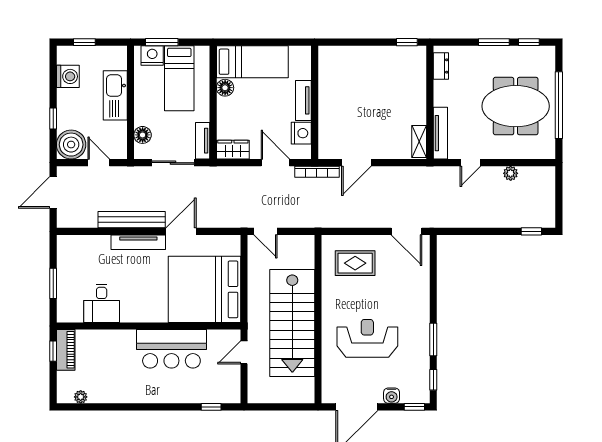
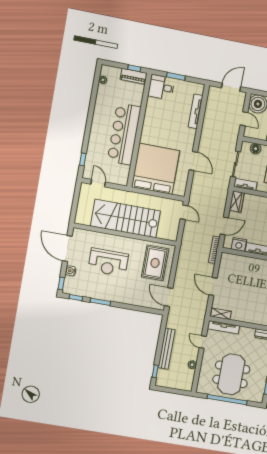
door: (99, 163) -> (244, 119), hinge flipped
door: (356, 163) -> (213, 286), moved
door: (53, 192) -> (231, 87), hinge flipped
bench: (132, 220) -> (167, 349), moved
door: (265, 231) -> (184, 212), swing flipped
door: (406, 231) -> (169, 297), hinge flipped
tv unit: (138, 242) -> (196, 111), moved
rug: (355, 263) -> (155, 263), width x1.36, depth x1.43
desk: (102, 303) -> (161, 87), moved
reception desk: (367, 338) -> (108, 262), turned 90
bar counter: (171, 349) -> (124, 134), width x1.36
door: (244, 352) -> (98, 183), moved

